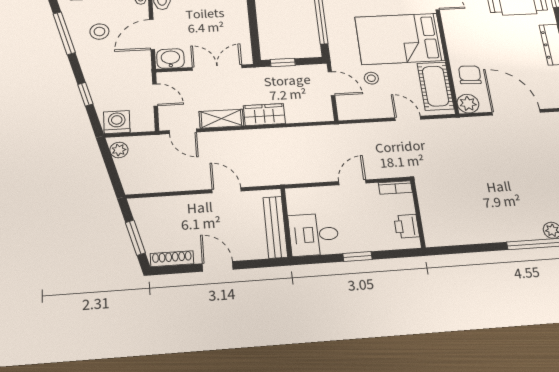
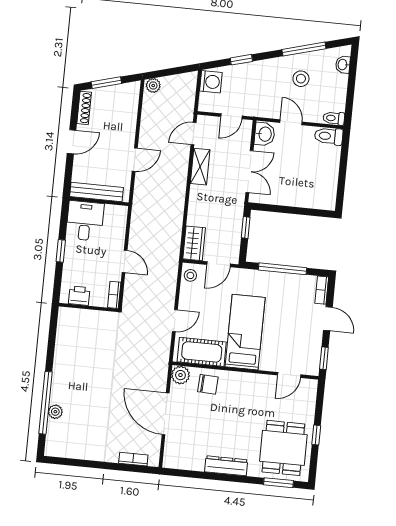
door: (152, 34) -> (291, 122), width x0.73
bed: (400, 39) -> (245, 332), width x0.67
stool: (371, 78) -> (190, 275), moved
door: (516, 112) -> (166, 414), swing flipped
wardrobe: (264, 115) -> (194, 243), moved
plant: (119, 150) -> (153, 85), moved

